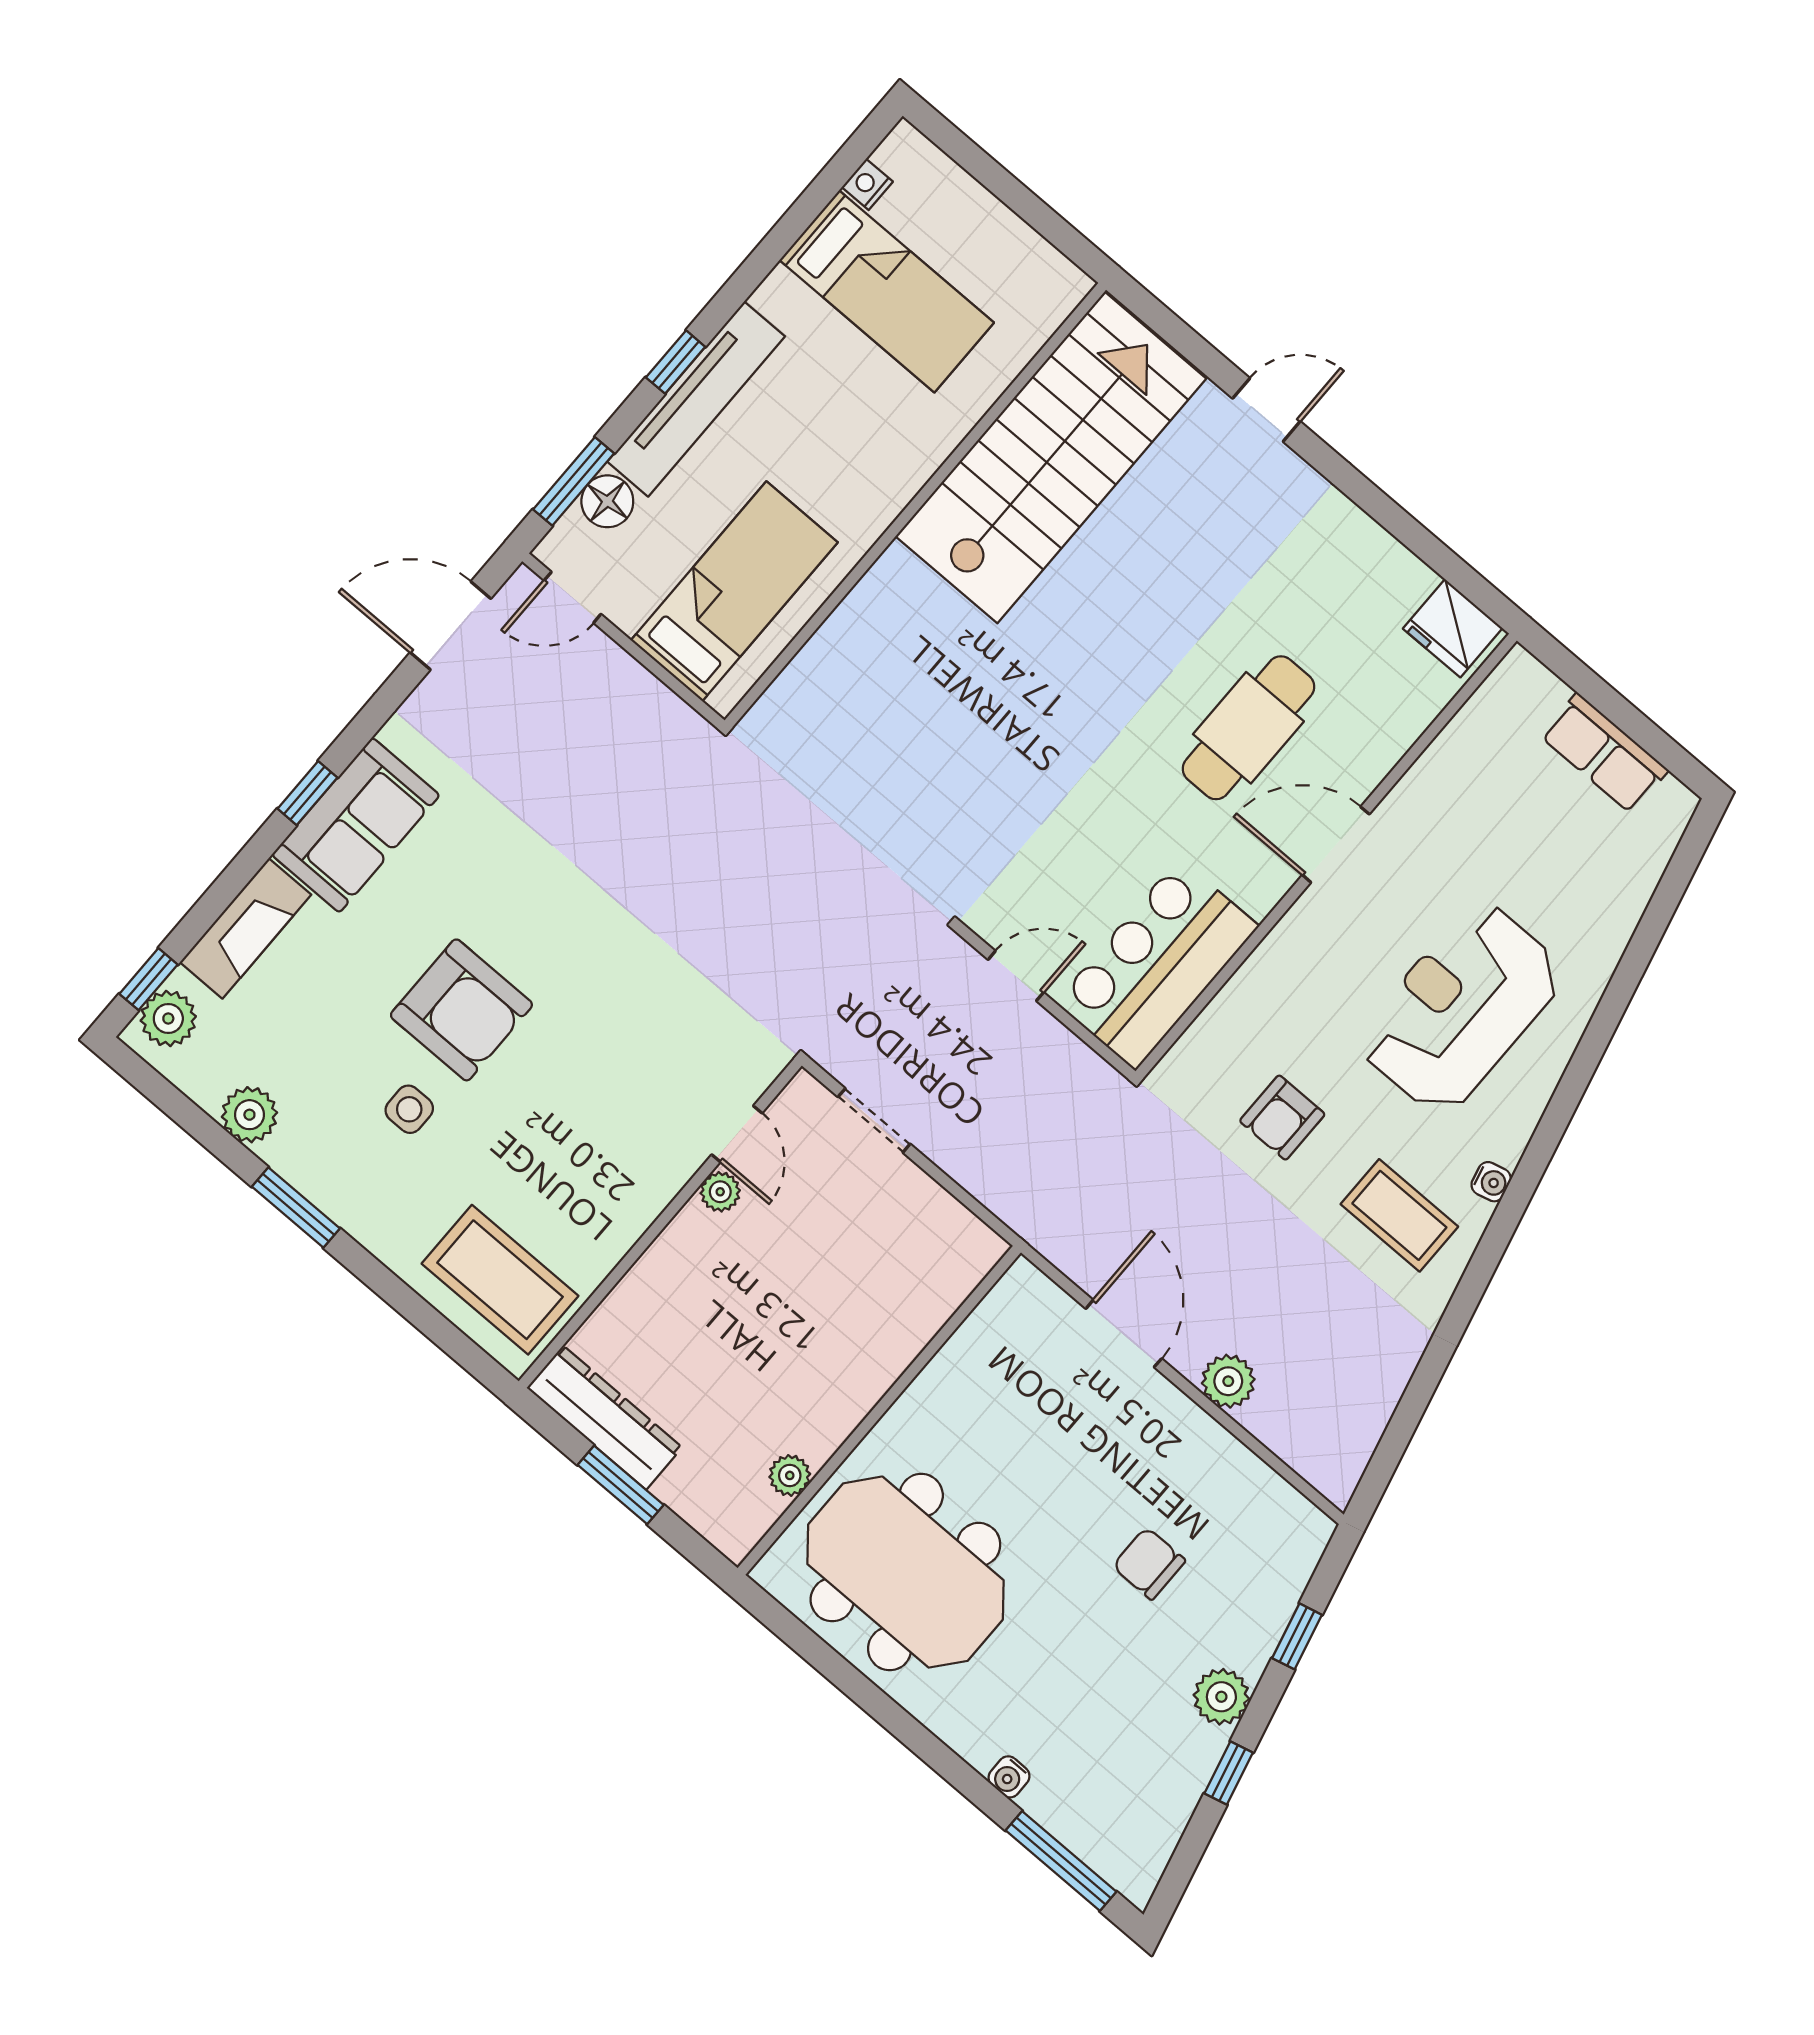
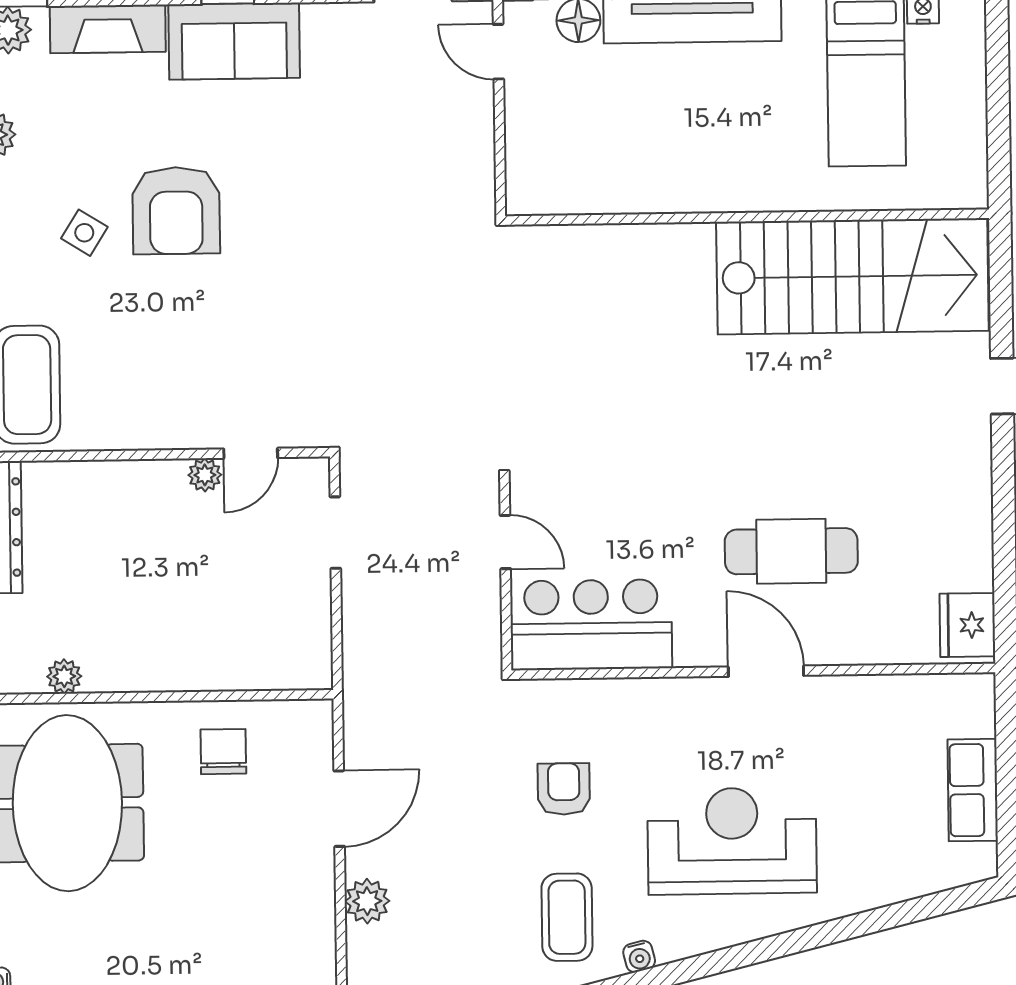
bed: (734, 591) -> (592, 151), removed
side table: (409, 1109) -> (84, 233), turned 32
armchair: (1282, 1118) -> (564, 789), turned 90
chair: (1149, 1563) -> (223, 752), moved

